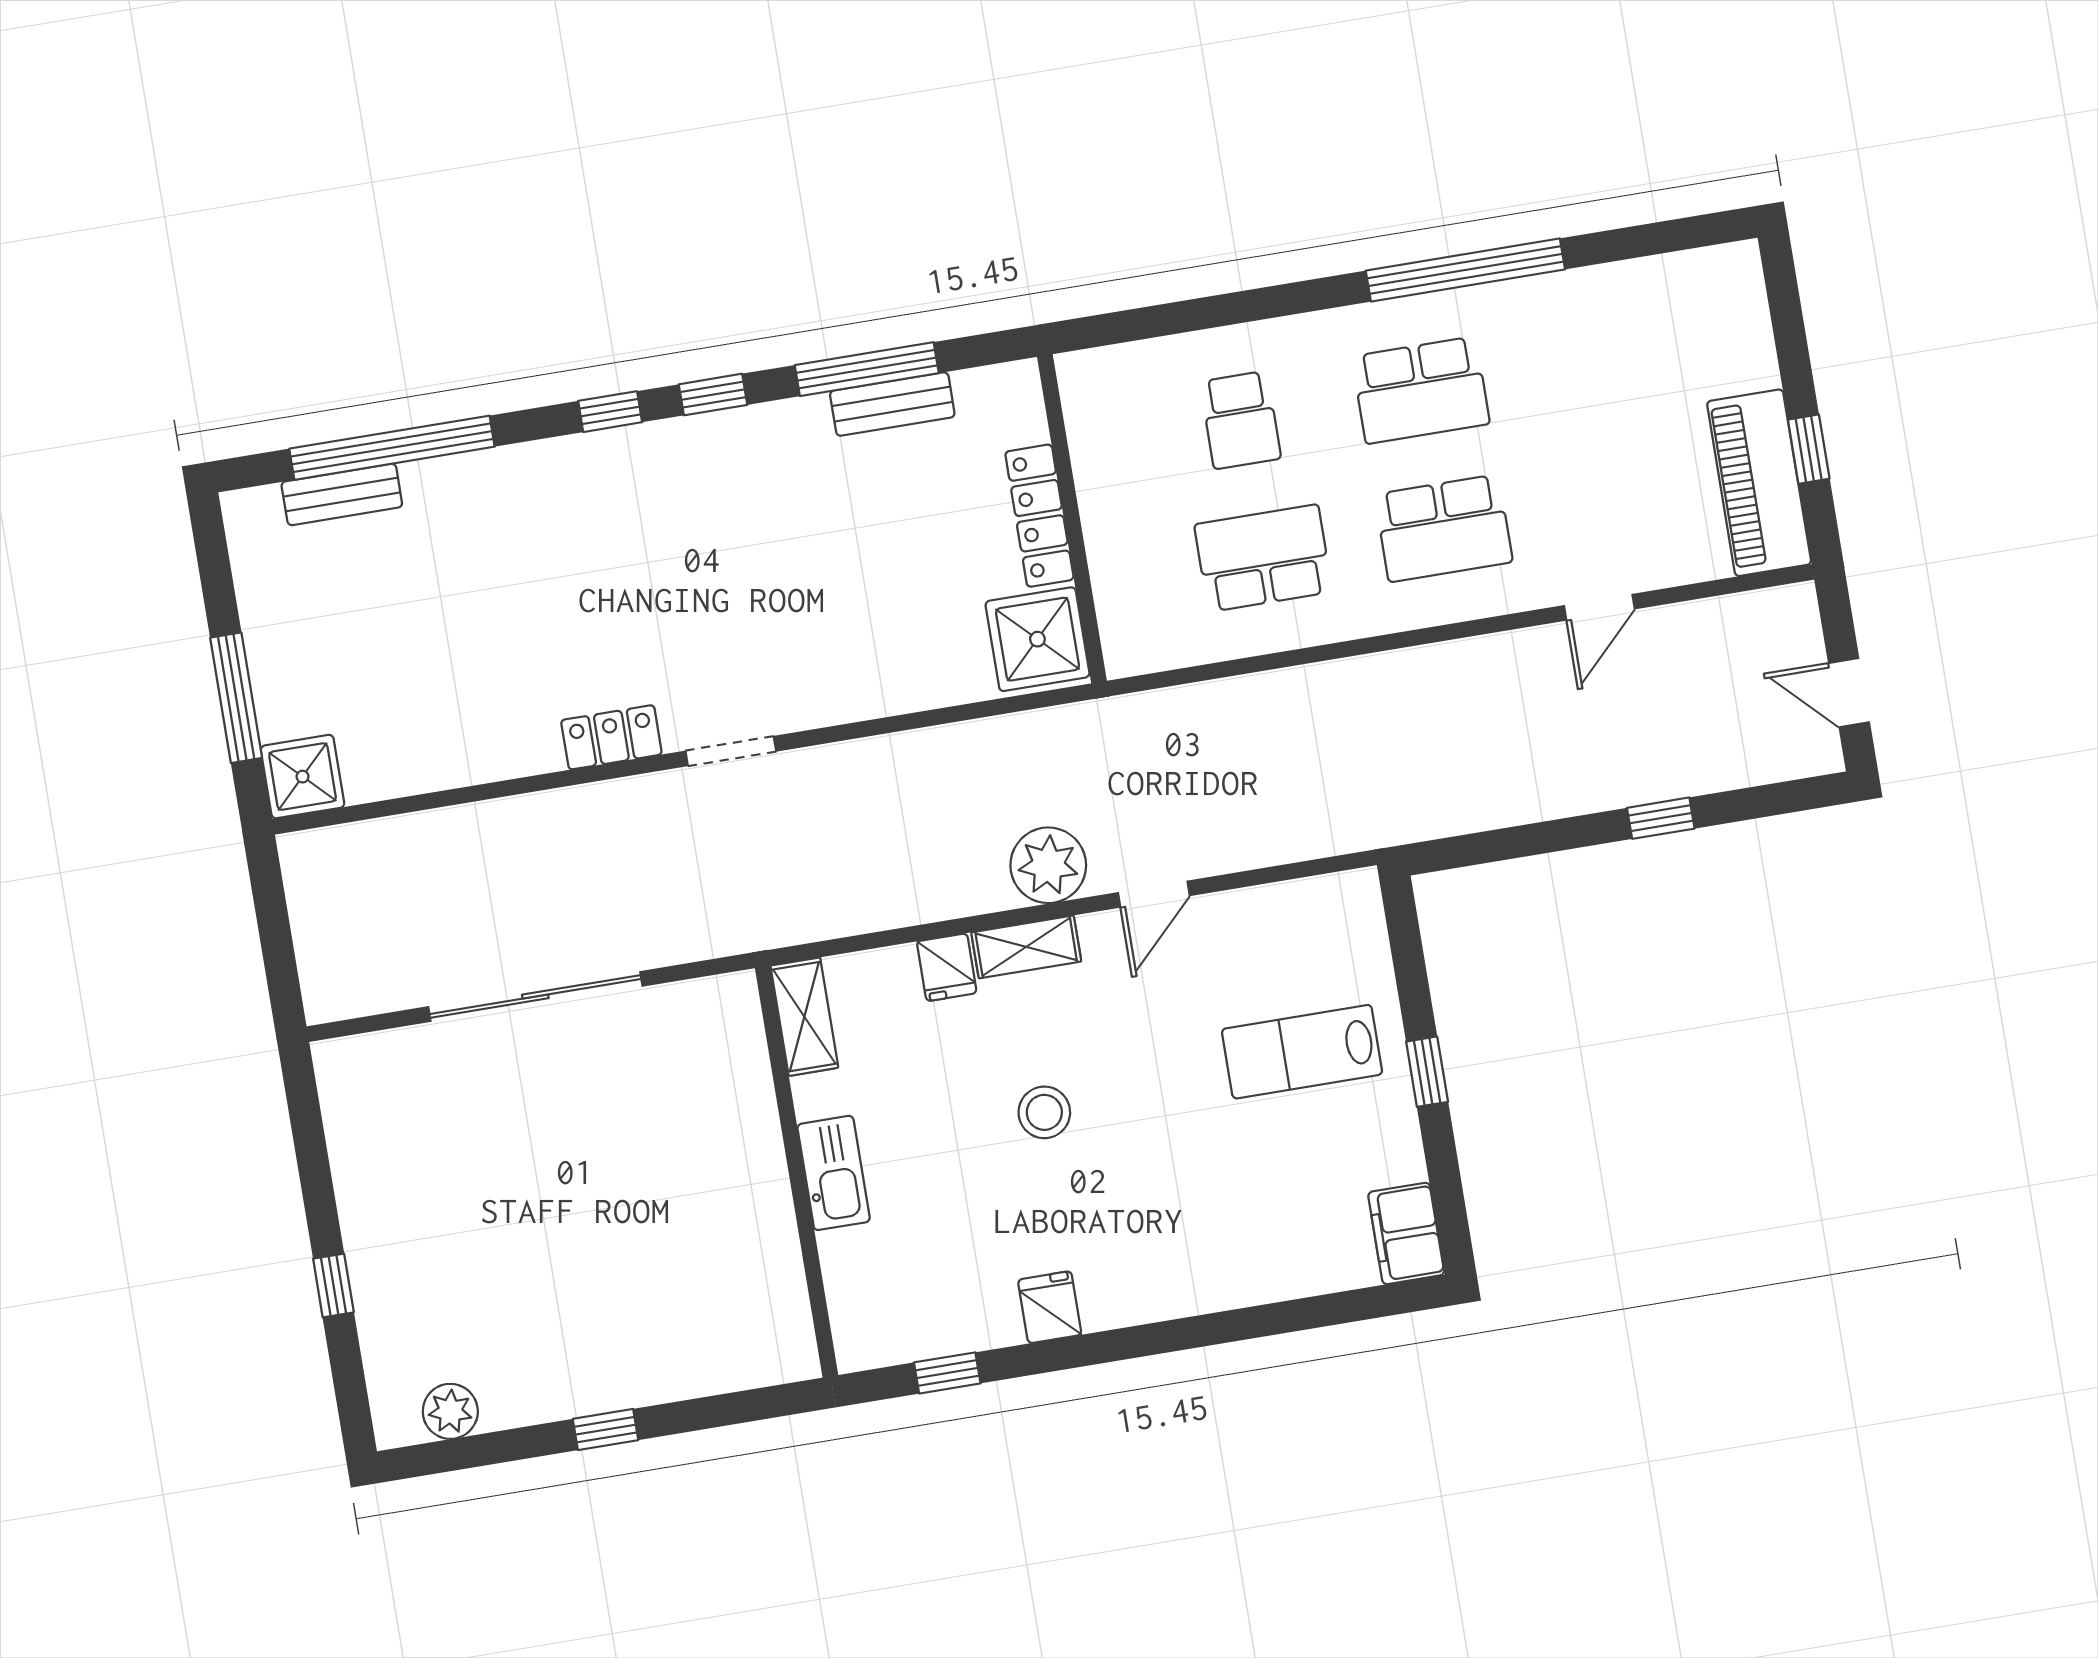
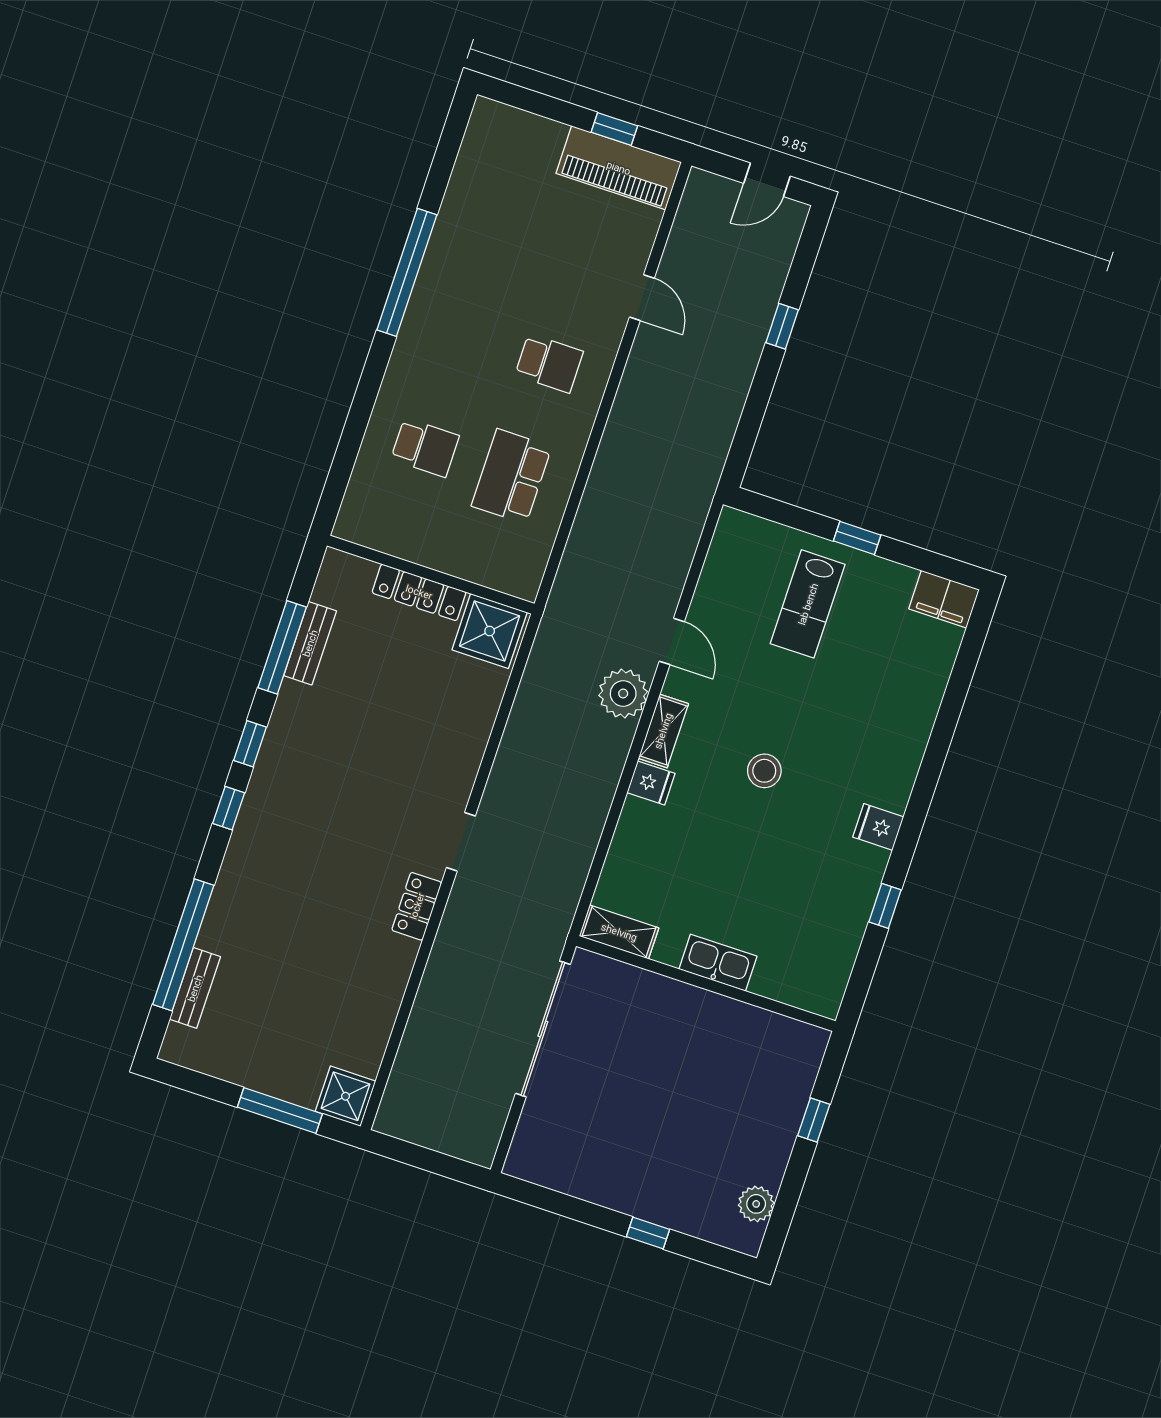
school desk: (1421, 390) -> (463, 335), removed
school desk: (1444, 528) -> (549, 363), width x0.54
shelving: (804, 1017) -> (619, 932), moved
wall: (797, 1172) -> (706, 984), moved
kitchen sink: (834, 1173) -> (718, 963), moved

